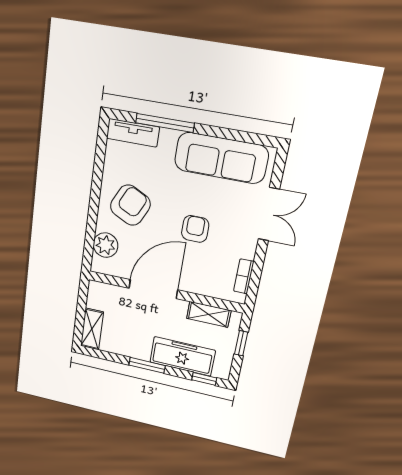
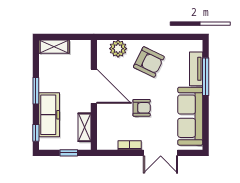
tv unit: (133, 133) -> (196, 69), moved
bookcase: (244, 276) -> (130, 145), moved

